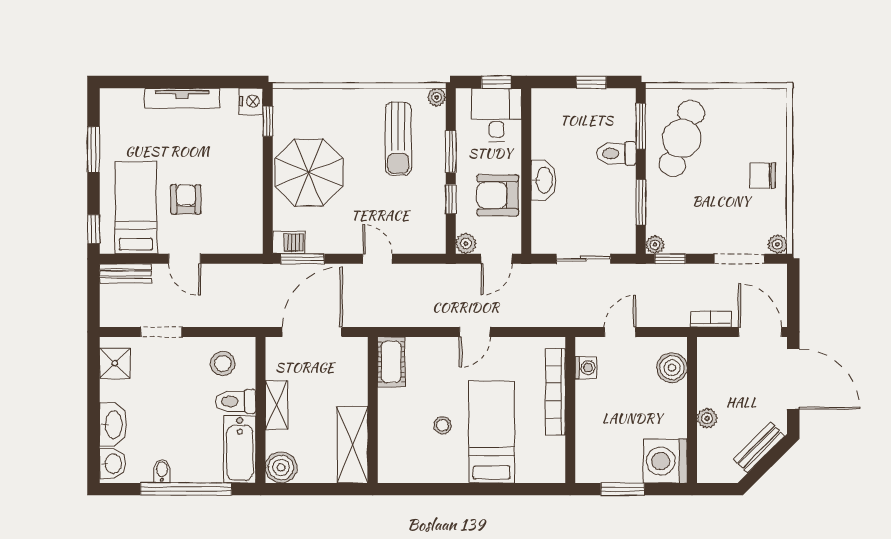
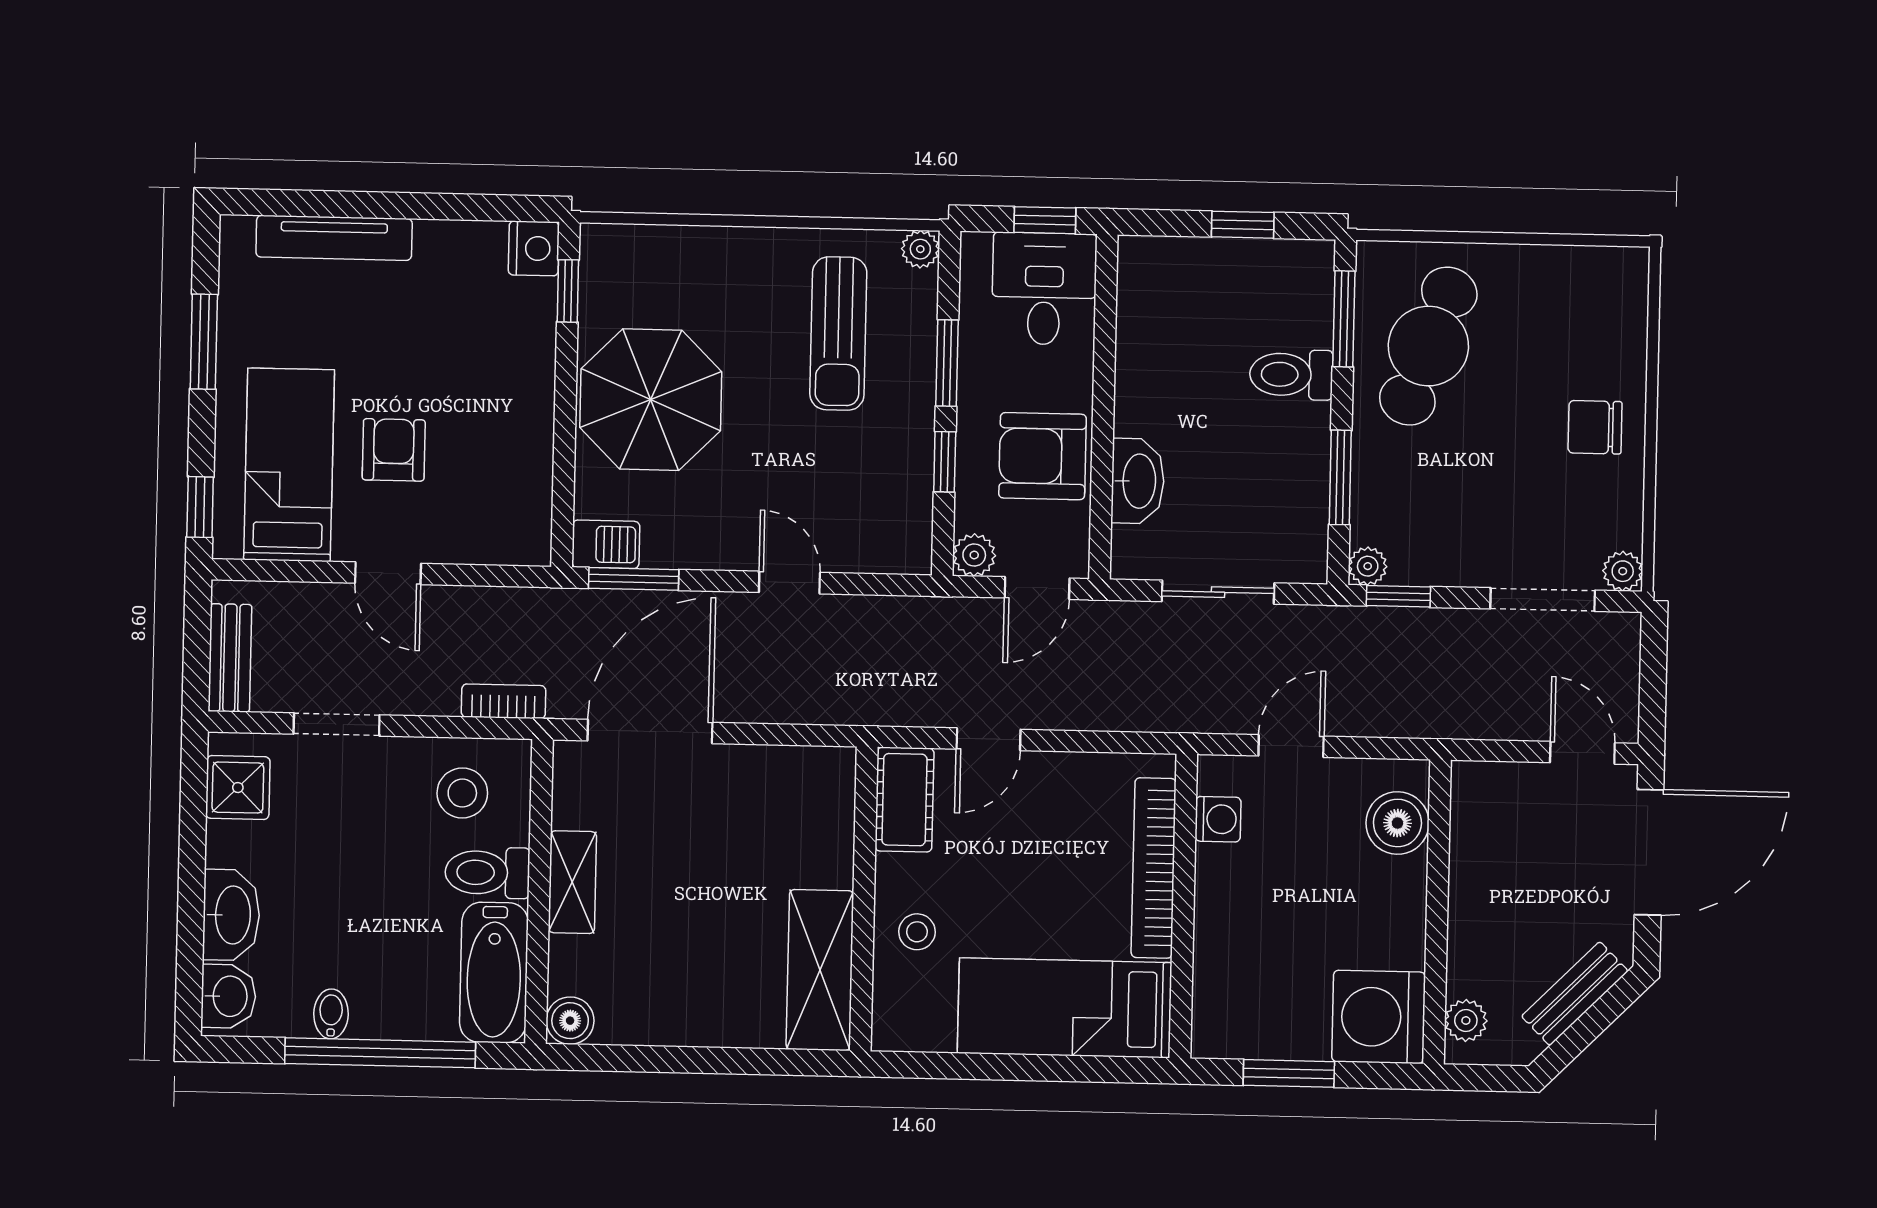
tv unit: (182, 98) -> (334, 238), moved
washbasin: (544, 180) -> (1138, 481), moved
bench: (126, 274) -> (230, 658), moved, turned 90
bookcase: (711, 319) -> (504, 701), moved
door: (760, 332) -> (1582, 753), width x0.73
cot: (391, 362) -> (904, 800), moved
door: (793, 379) -> (1649, 852), hinge flipped
wall: (373, 410) -> (864, 899), moved
plant: (707, 418) -> (1466, 1020), moved
bed: (492, 432) -> (1065, 1008), moved, turned -90
shelving: (352, 445) -> (820, 970), moved
boiler: (281, 467) -> (570, 1021), width x0.73, depth x0.73

